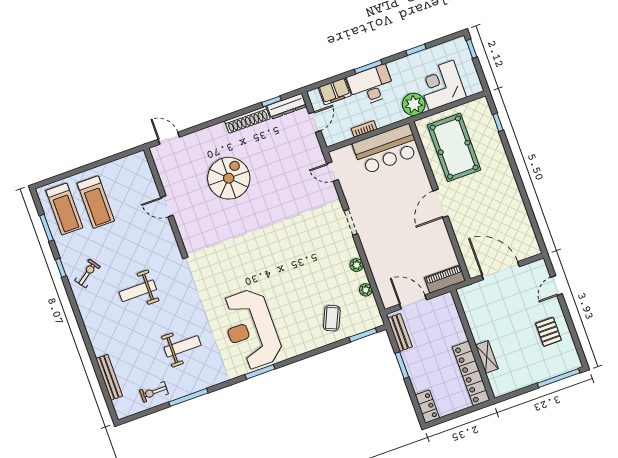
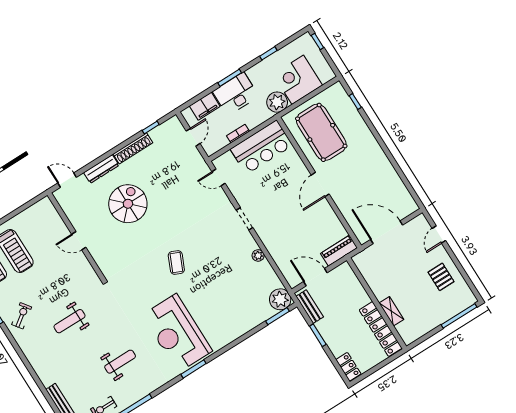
dresser: (287, 106) -> (101, 169), moved
plant: (366, 290) -> (280, 299), moved, width x1.88, depth x1.88
coffee table: (332, 318) -> (176, 263), moved

